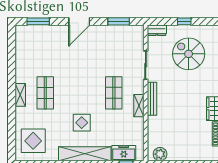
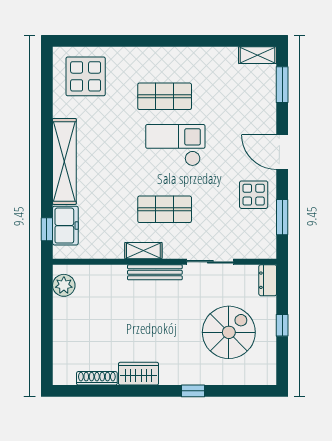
checkout: (75, 86) -> (175, 145), added
shelving: (20, 95) -> (258, 55), moved
display table: (82, 123) -> (254, 195), moved

